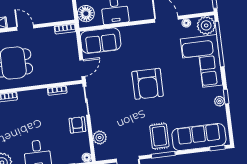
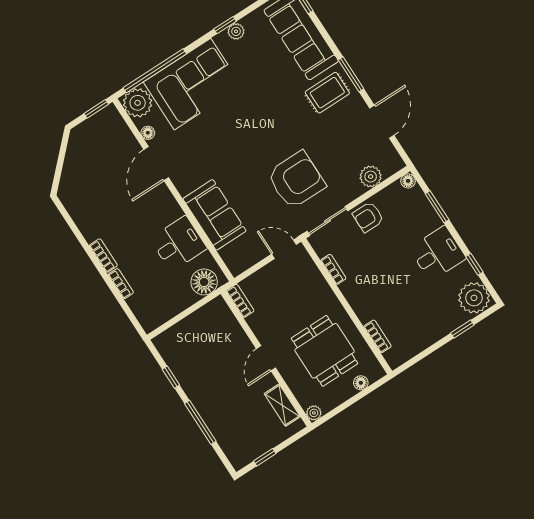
sofa: (101, 41) -> (215, 215), moved
armchair: (148, 84) -> (296, 180), moved

